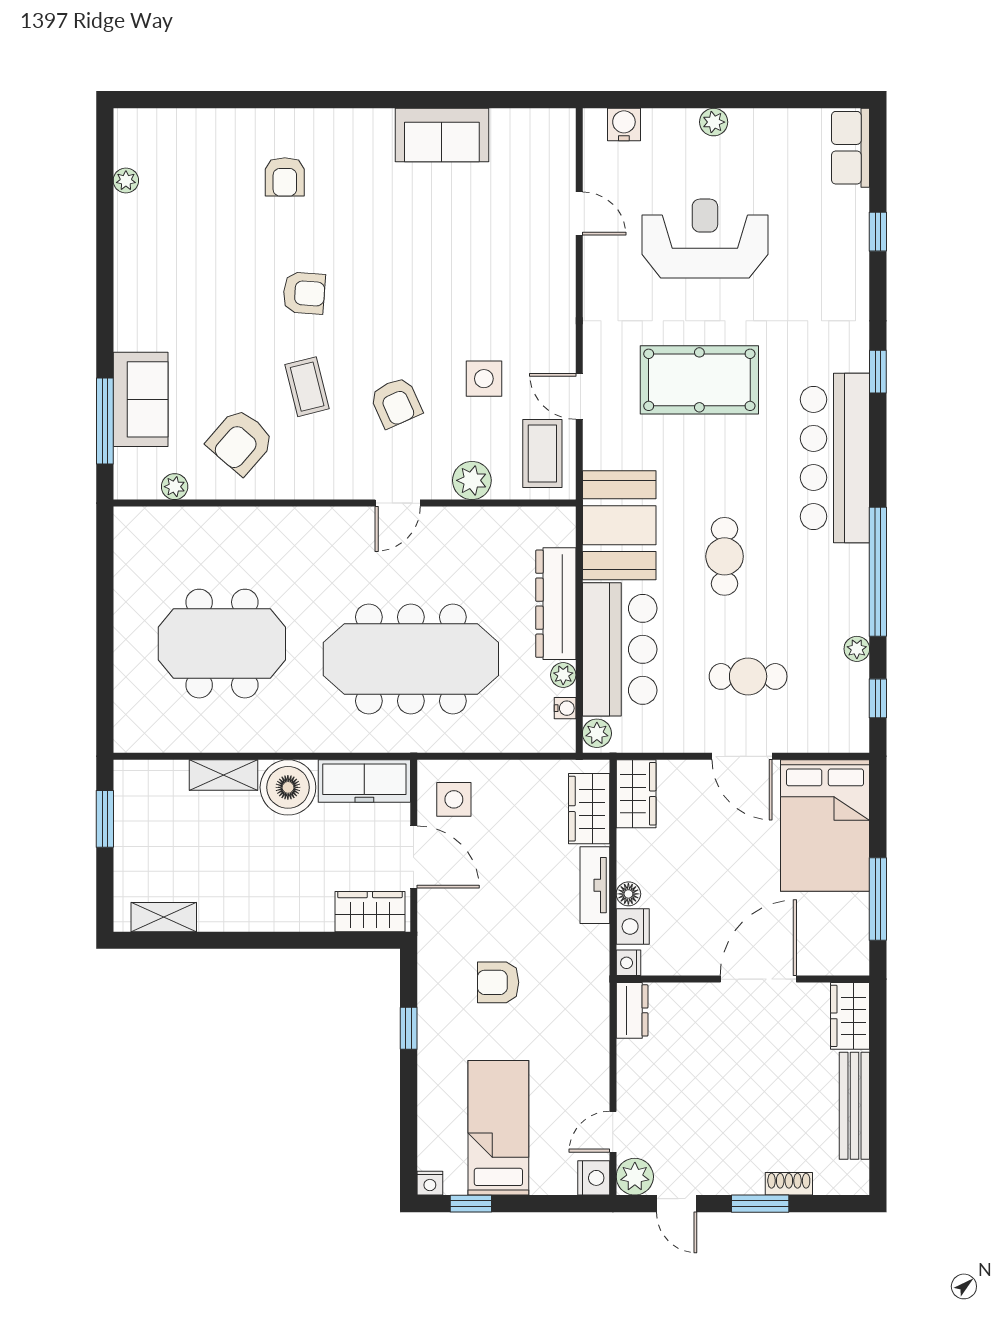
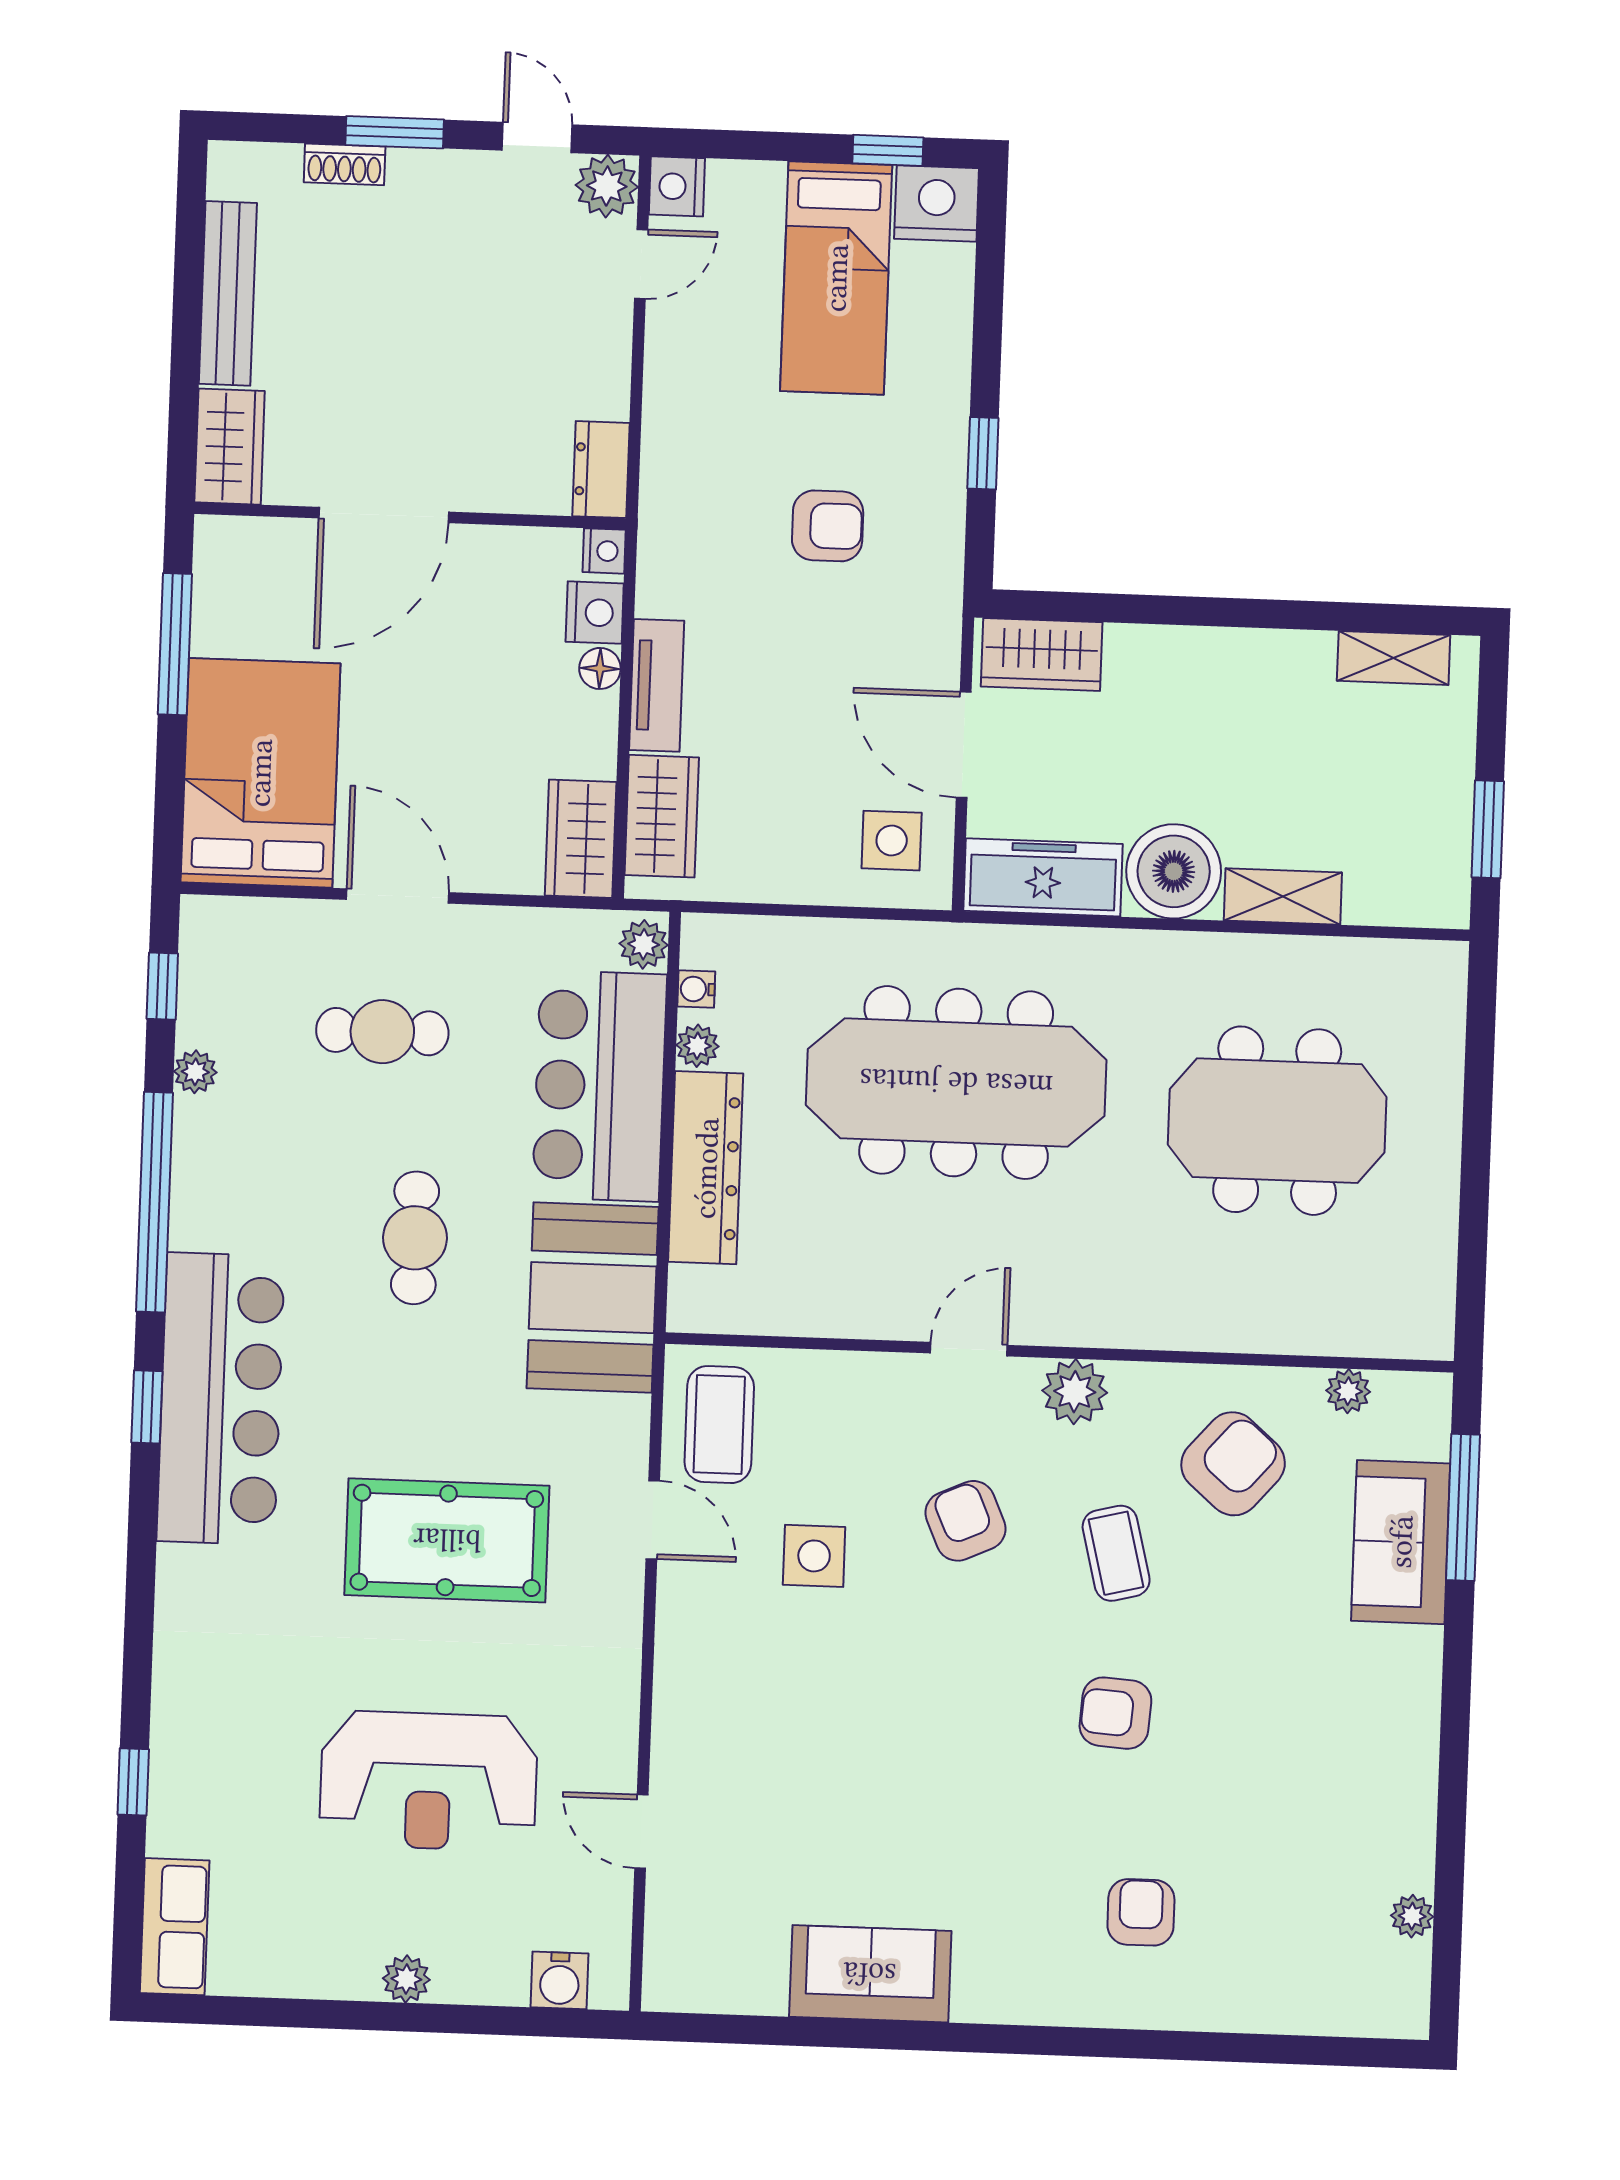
window: (878, 372) -> (147, 1407), moved
plant: (472, 480) -> (1075, 1392), moved
nightstand: (430, 1183) -> (937, 203), width x1.89, depth x1.79

